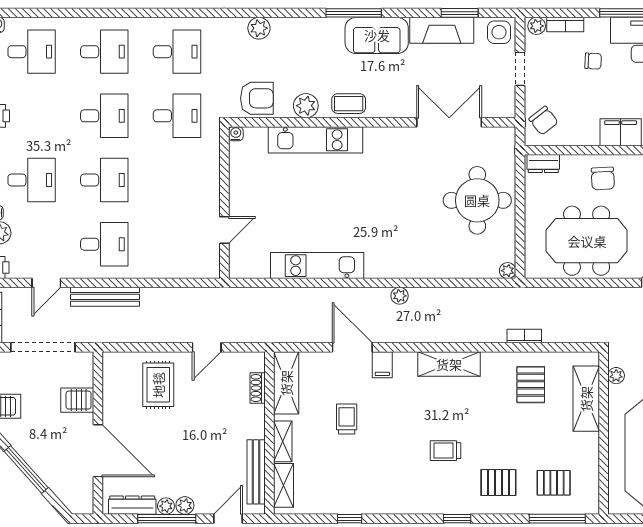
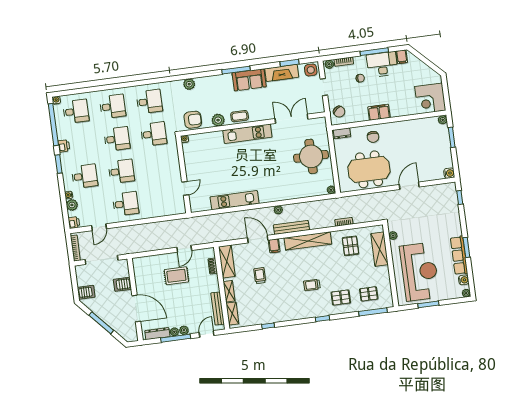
kitchen unit: (315, 140) -> (247, 134), moved
bench: (105, 297) -> (291, 227), moved
shelving: (449, 364) -> (308, 241), width x1.47
rug: (158, 385) -> (176, 276), moved, turned 90

